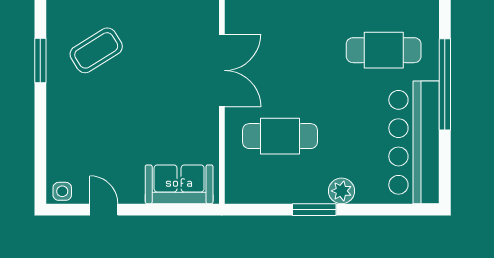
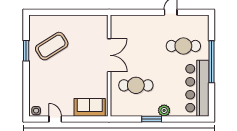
coffee table: (96, 50) -> (52, 46), width x1.36, depth x1.32

